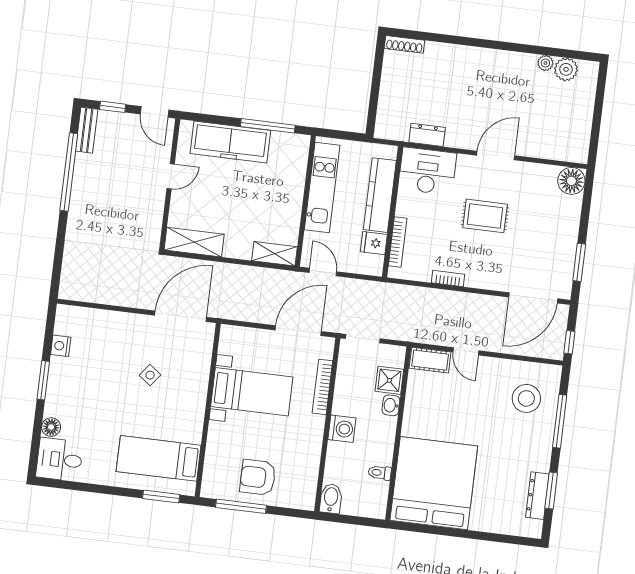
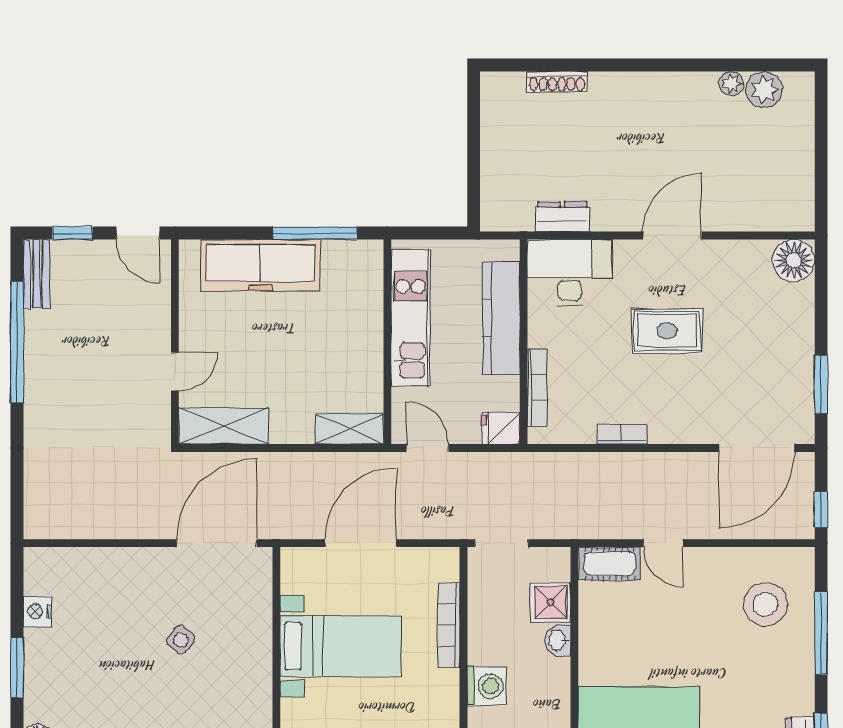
shoe rack: (404, 44) -> (557, 82), moved
door: (171, 176) -> (175, 372), moved
fridge: (374, 243) -> (501, 428), moved
door: (298, 331) -> (361, 543), moved

